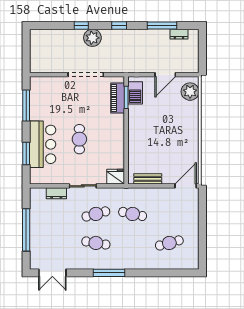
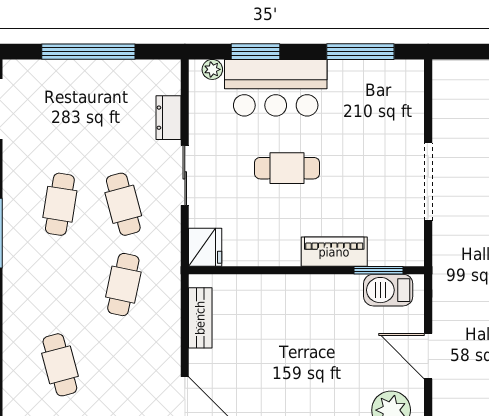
piano: (118, 98) -> (334, 252), moved
plant: (34, 173) -> (212, 69), added

